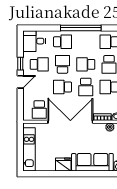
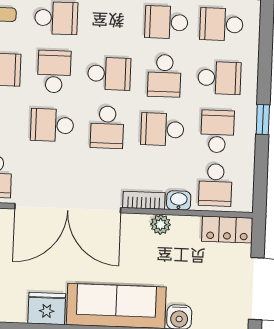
school desk: (86, 64) -> (109, 74), turned 180
double door: (70, 122) -> (68, 208), swing flipped

